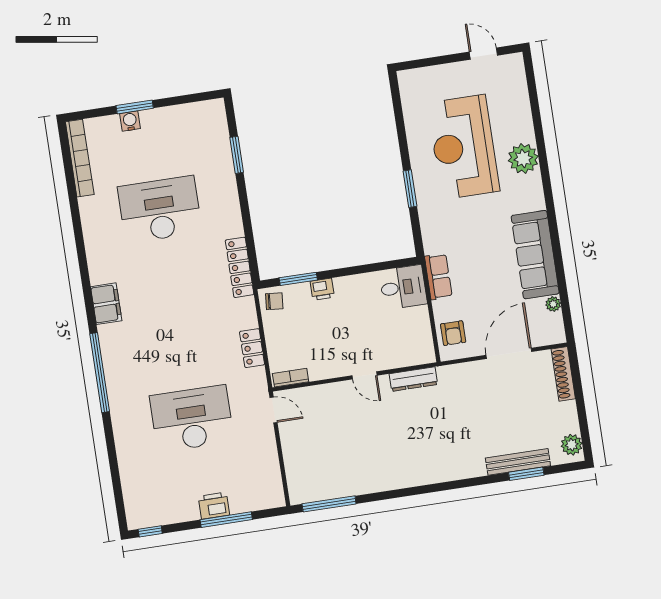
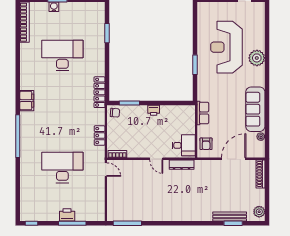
desk: (403, 287) -> (184, 145), moved
printer: (322, 289) -> (154, 110), moved

